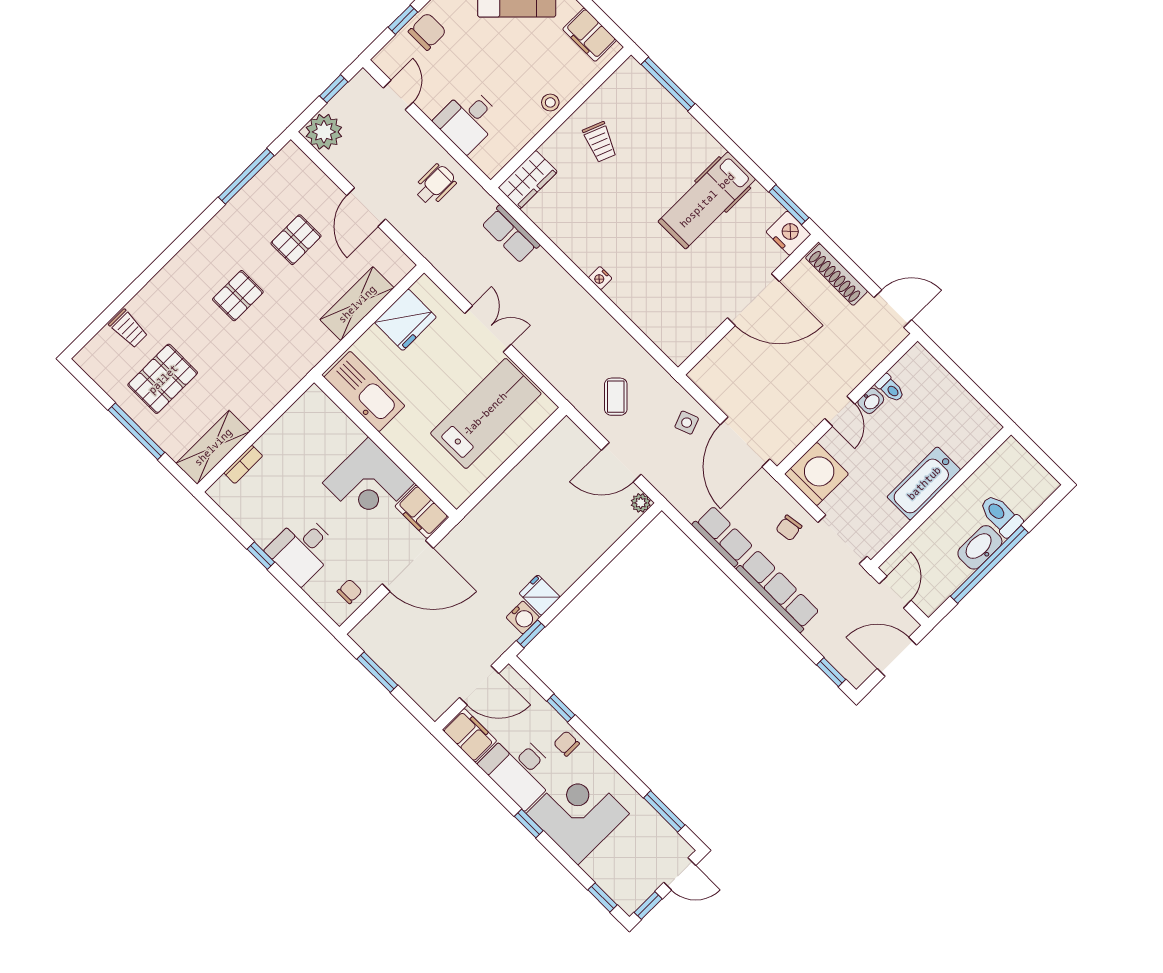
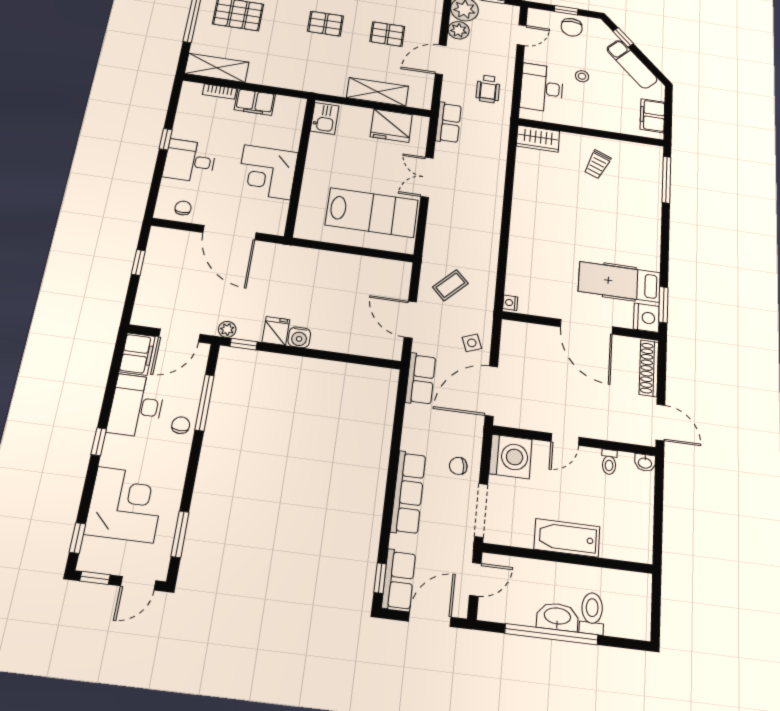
chair: (427, 32) -> (572, 27), turned 90
stool: (550, 102) -> (582, 76), moved
desk: (468, 120) -> (542, 88), width x1.37
plant: (345, 159) -> (459, 30), added
wheelchair: (435, 185) -> (488, 89), turned 90
hospital bed: (707, 200) -> (619, 282), moved
row of seats: (511, 234) -> (448, 123), moved, turned 180
nightstand: (600, 278) -> (510, 303), moved
double door: (488, 329) -> (427, 177), swing flipped
kitchen sink: (364, 391) -> (325, 118), width x0.53, depth x0.81
washbasin: (871, 401) -> (645, 463), moved
plant: (641, 503) -> (227, 329), moved
filing cabinet: (422, 512) -> (255, 102), moved, turned -90
row of seats: (723, 536) -> (421, 379), moved
chair: (350, 591) -> (183, 208), turned -90
water cooler: (523, 617) -> (299, 337), moved
row of seats: (845, 657) -> (399, 580), added
door: (897, 657) -> (430, 619), hinge flipped
window: (377, 672) -> (138, 262), width x0.67
door: (479, 685) -> (179, 335), hinge flipped
window: (561, 708) -> (205, 403), width x2.17
corner desk: (578, 814) -> (125, 505), moved
door: (680, 874) -> (138, 583), hinge flipped

